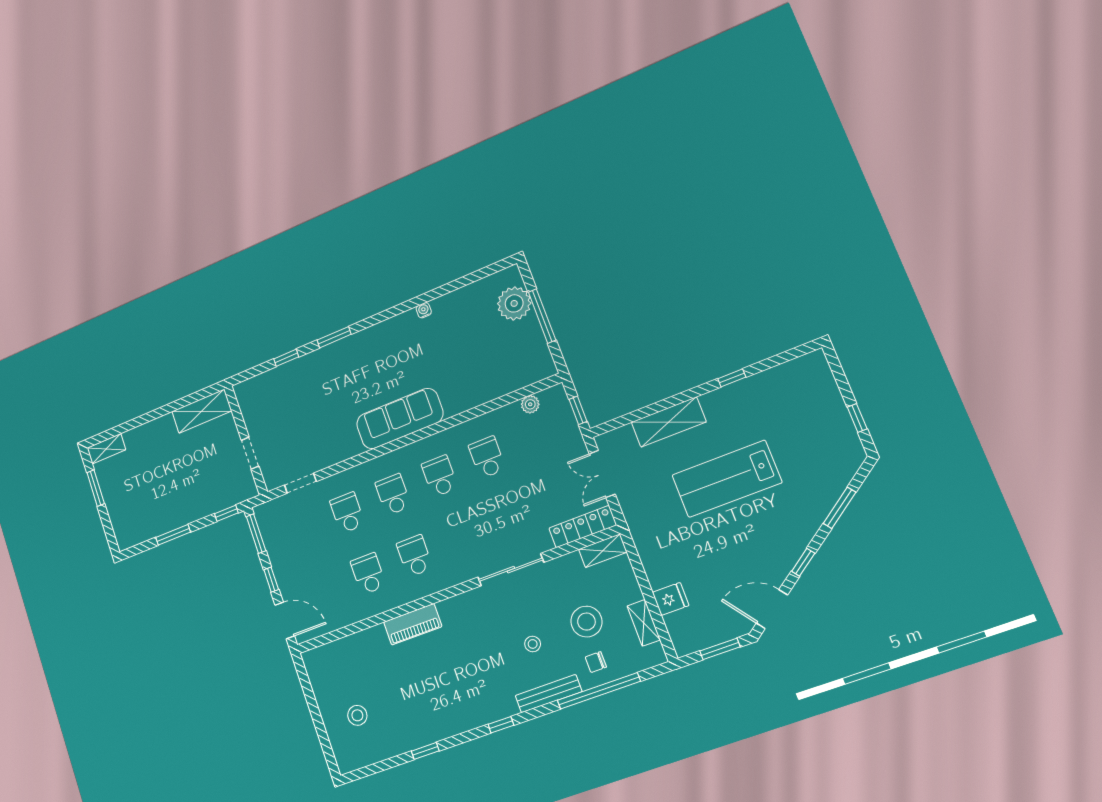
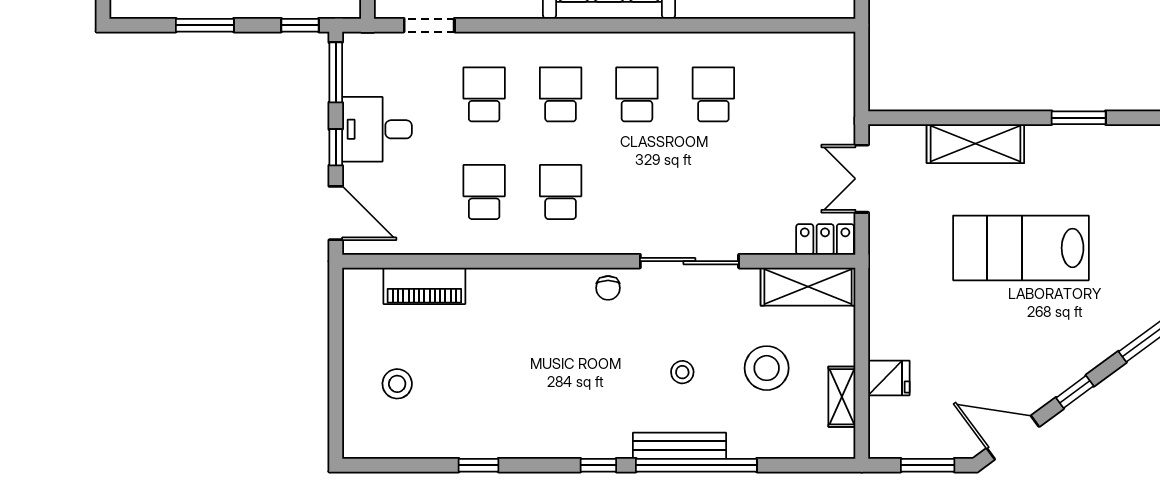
window: (732, 378) -> (1079, 118), width x1.50
plant: (530, 404) -> (800, 45), removed
window: (578, 410) -> (862, 80), removed
locker: (583, 527) -> (825, 239), width x0.66
shelving: (603, 551) -> (808, 287), width x1.50, depth x1.33
desk: (291, 559) -> (377, 129), added
piano: (413, 624) -> (424, 286), moved
chair: (596, 662) -> (608, 288), moved, turned -90
window: (599, 691) -> (696, 465), moved

